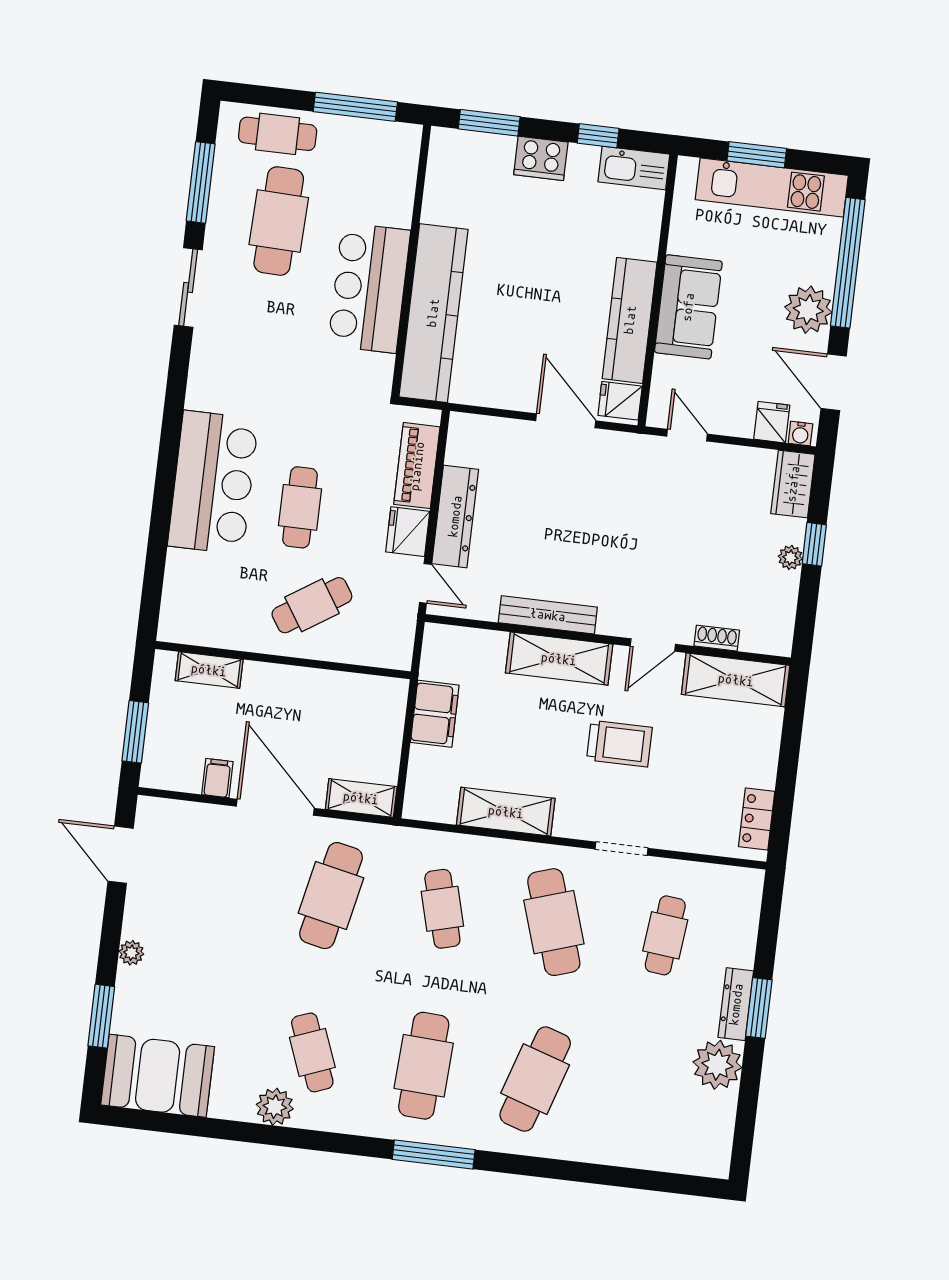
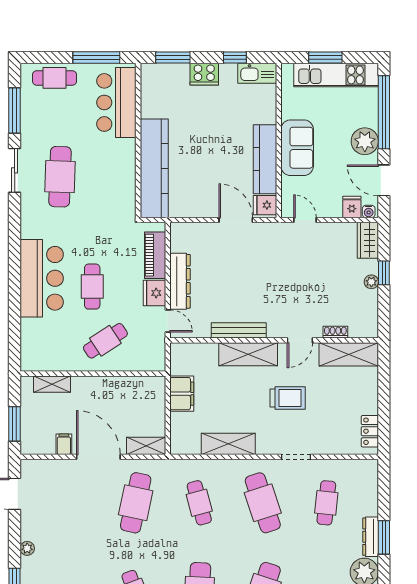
cafe table: (279, 221) -> (60, 177), moved
bar counter: (369, 288) -> (116, 102), moved

